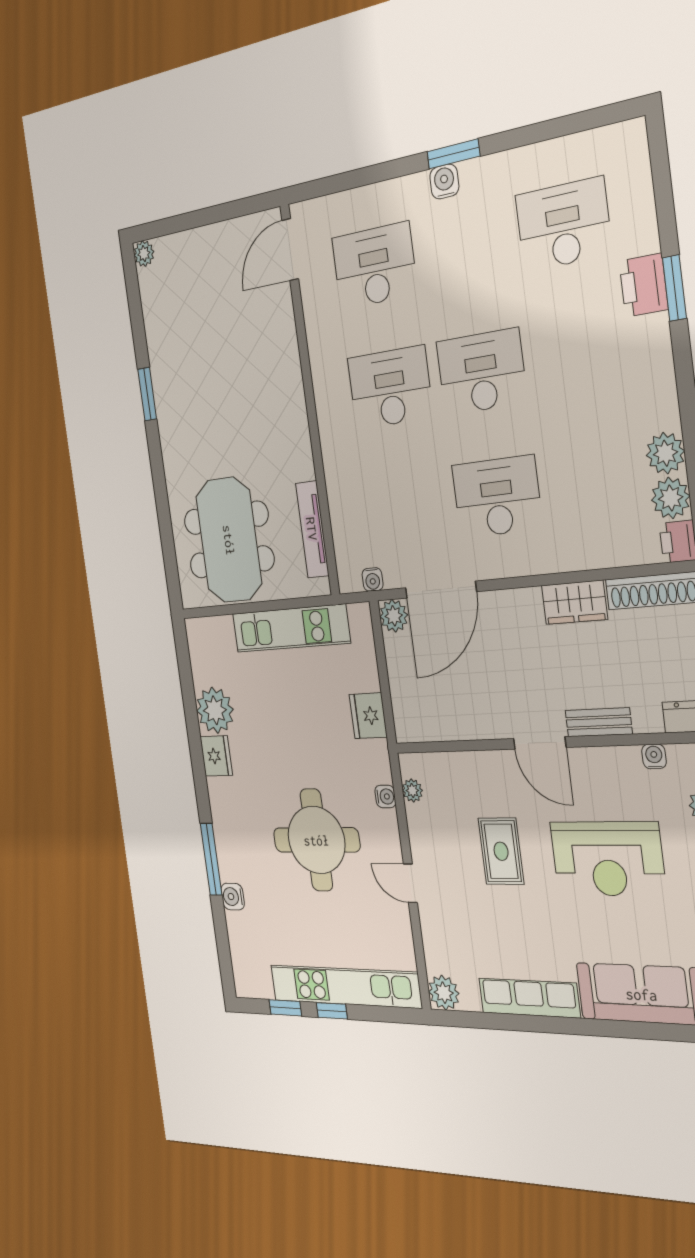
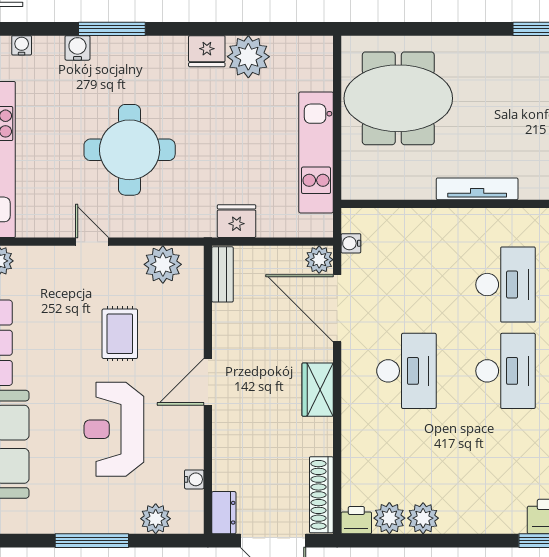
tv unit: (312, 529) -> (477, 189), moved
wardrobe: (574, 602) -> (318, 390), moved
bench: (599, 722) -> (223, 274), moved
plant: (412, 791) -> (163, 264), width x1.87, depth x1.87
water cooler: (385, 796) -> (22, 45), moved, turned 180
rug: (501, 851) -> (120, 334), turned 90
door: (410, 883) -> (92, 242), hinge flipped

